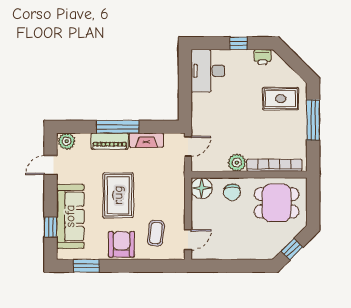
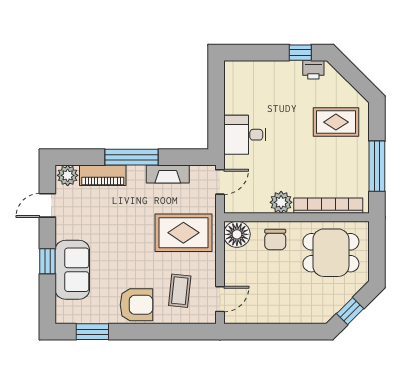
window: (238, 43) -> (300, 53), moved
desk: (208, 71) -> (245, 135), moved, width x0.73
window: (313, 120) -> (377, 166), moved
piano: (110, 141) -> (103, 175), moved
rug: (118, 195) -> (183, 233), moved, turned 90
sofa: (70, 216) -> (72, 270), width x0.73
window: (51, 227) -> (47, 261), moved
armchair: (121, 244) -> (136, 305), turned 90

